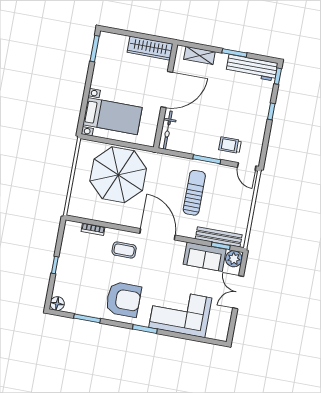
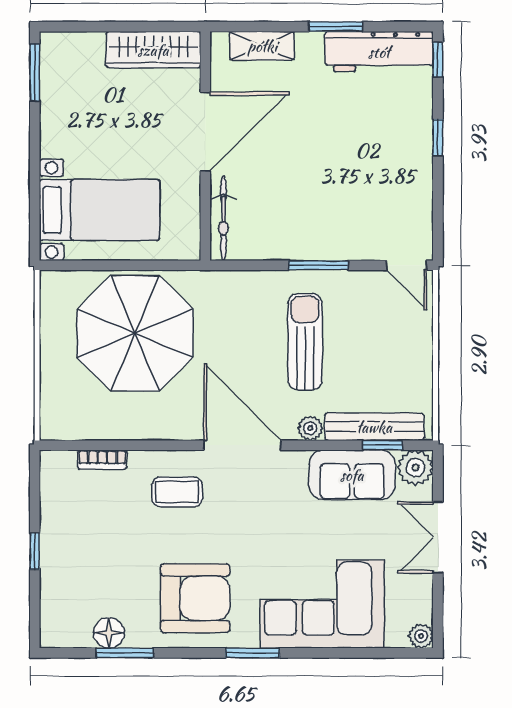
trolley: (230, 145) -> (363, 226), removed
plant: (190, 232) -> (310, 428), added
floor lamp: (57, 304) -> (109, 633), moved
plant: (222, 335) -> (421, 636), added

